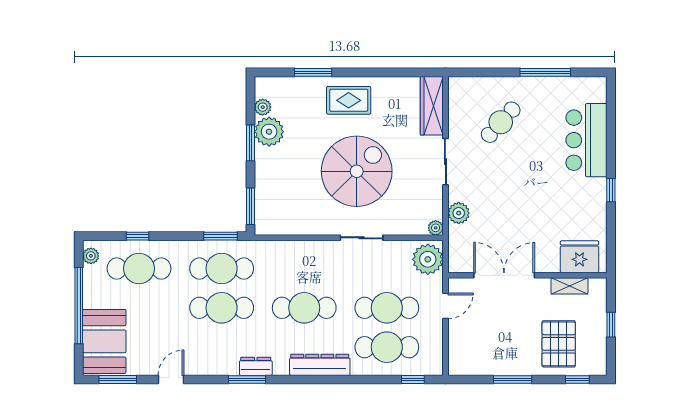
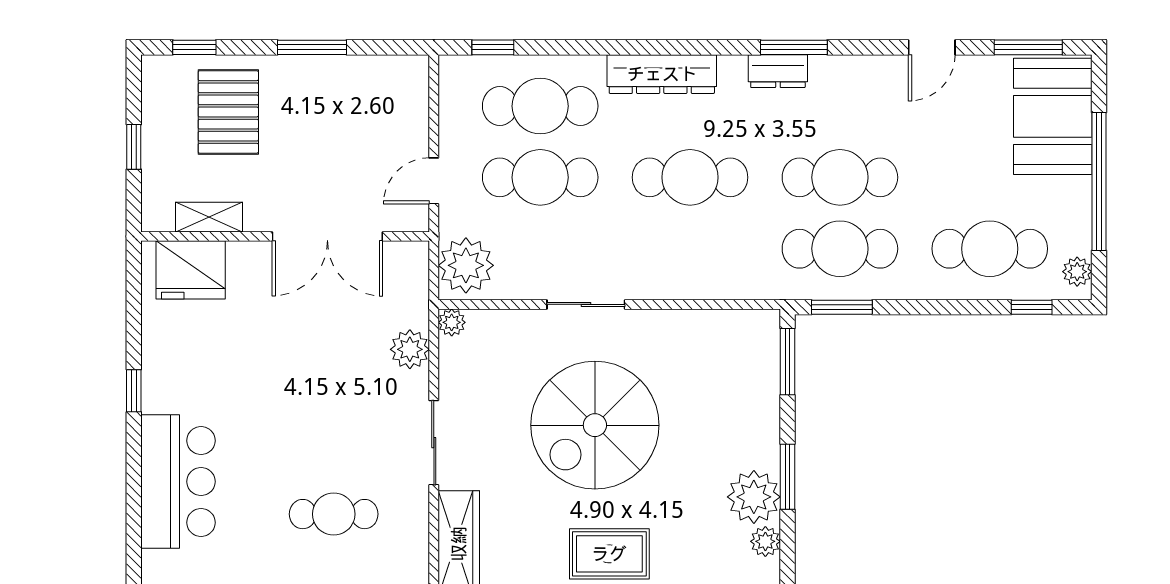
cafe table: (501, 122) -> (334, 514), turned 48
window: (138, 236) -> (1032, 307), moved

